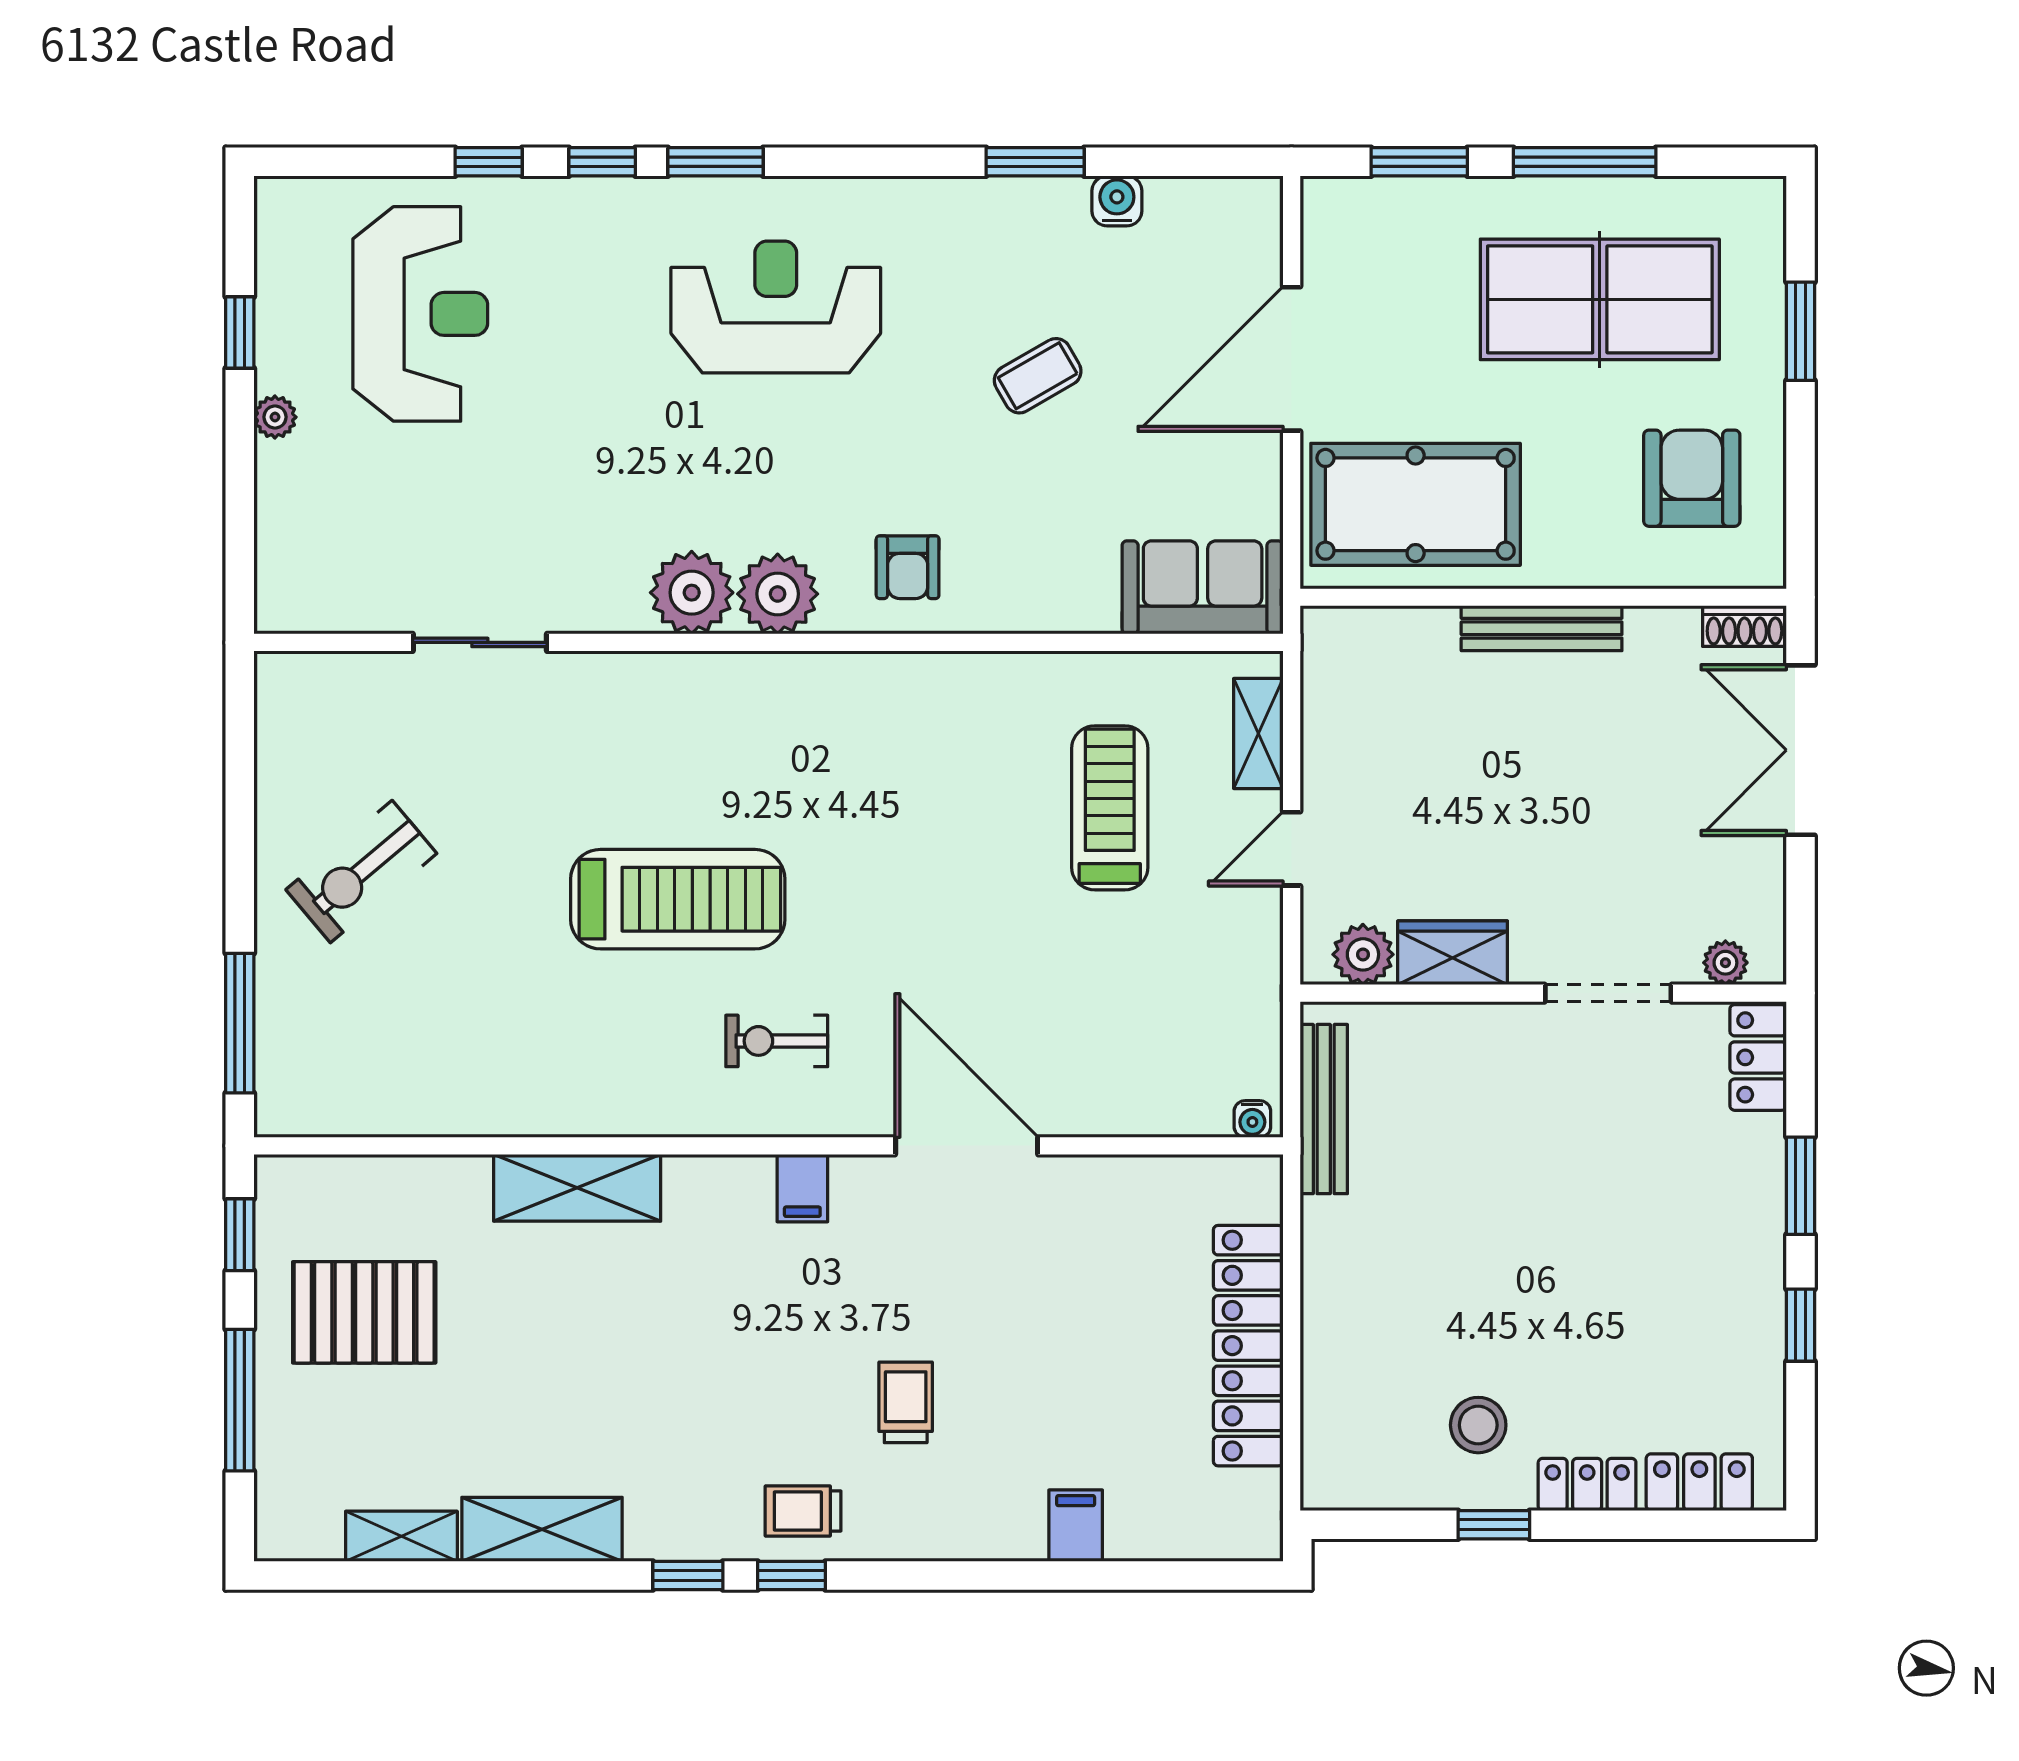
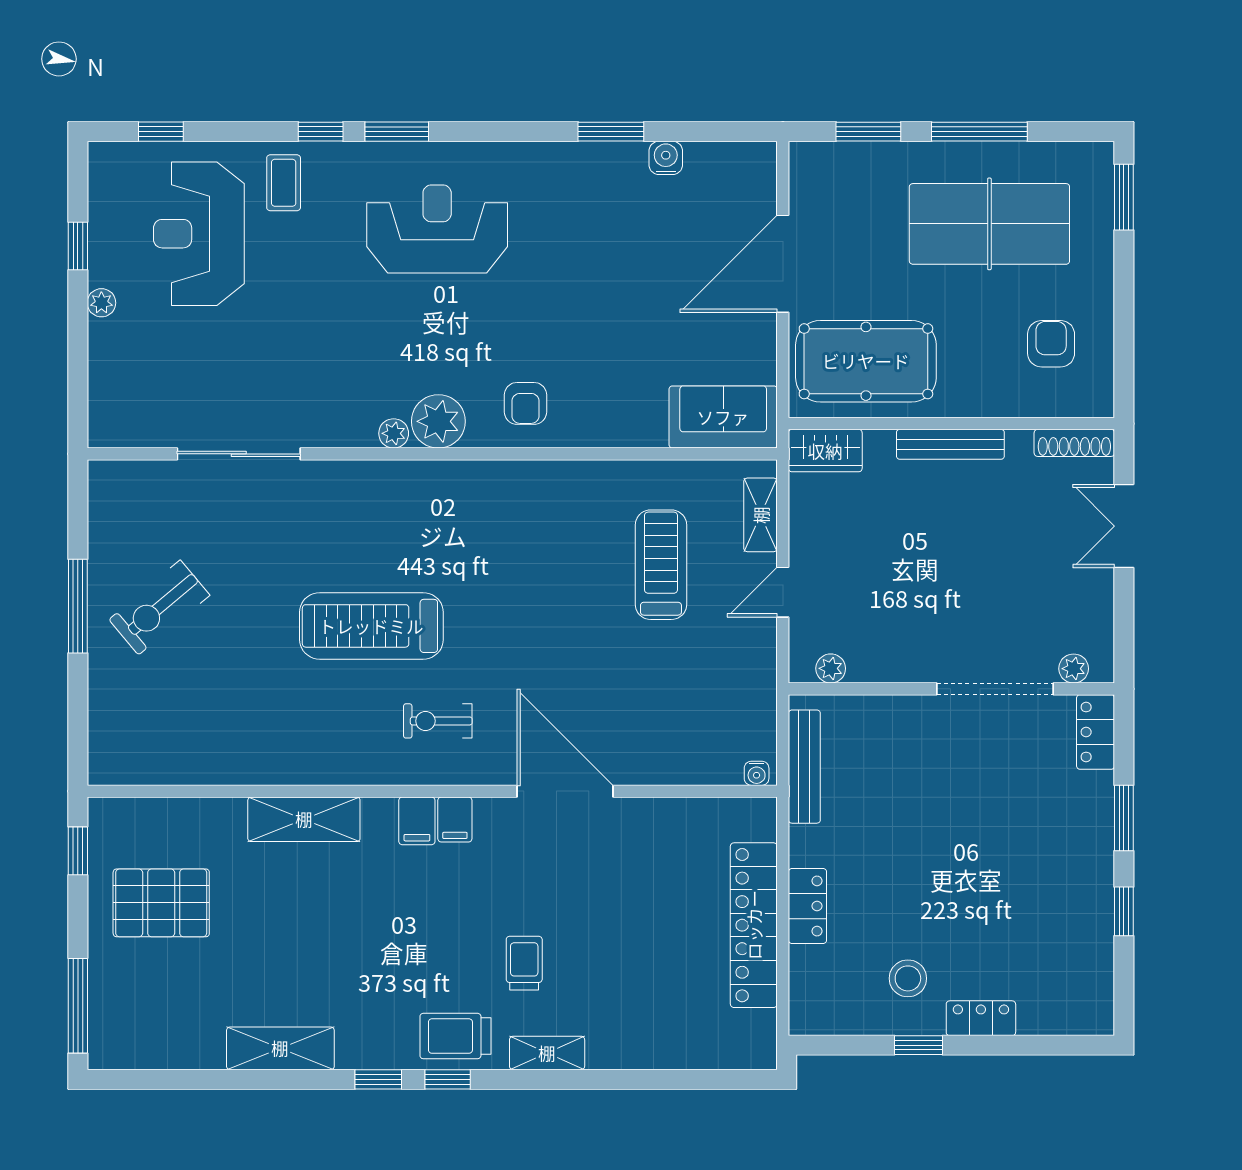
window: (489, 162) -> (161, 132), moved
reception desk: (420, 314) -> (199, 234), turned 180
window: (1801, 331) -> (1124, 197), moved
coffee table: (1038, 376) -> (284, 183), moved, turned -60
armchair: (1692, 478) -> (1051, 344), width x0.72, depth x0.72
plant: (692, 593) -> (394, 433), width x0.53, depth x0.53
shoe rack: (1744, 626) -> (1074, 443), width x1.43
sliding door: (480, 642) -> (239, 454), width x1.37
double door: (1801, 750) -> (1124, 526), width x0.73
treadmill: (678, 899) -> (371, 626), turned 180
wardrobe: (1453, 953) -> (825, 451), moved, turned 180
plant: (1363, 954) -> (831, 668), width x0.73, depth x0.73
doorway: (1608, 993) -> (995, 689), width x1.36
window: (240, 1023) -> (78, 606), moved
window: (240, 1400) -> (78, 1006), moved
locker: (1699, 1482) -> (807, 906), moved, turned 90
trolley: (803, 1511) -> (455, 1036), width x1.36, depth x1.39
filing cabinet: (1076, 1526) -> (417, 821), moved, turned 180
shelving: (401, 1536) -> (547, 1053), moved

